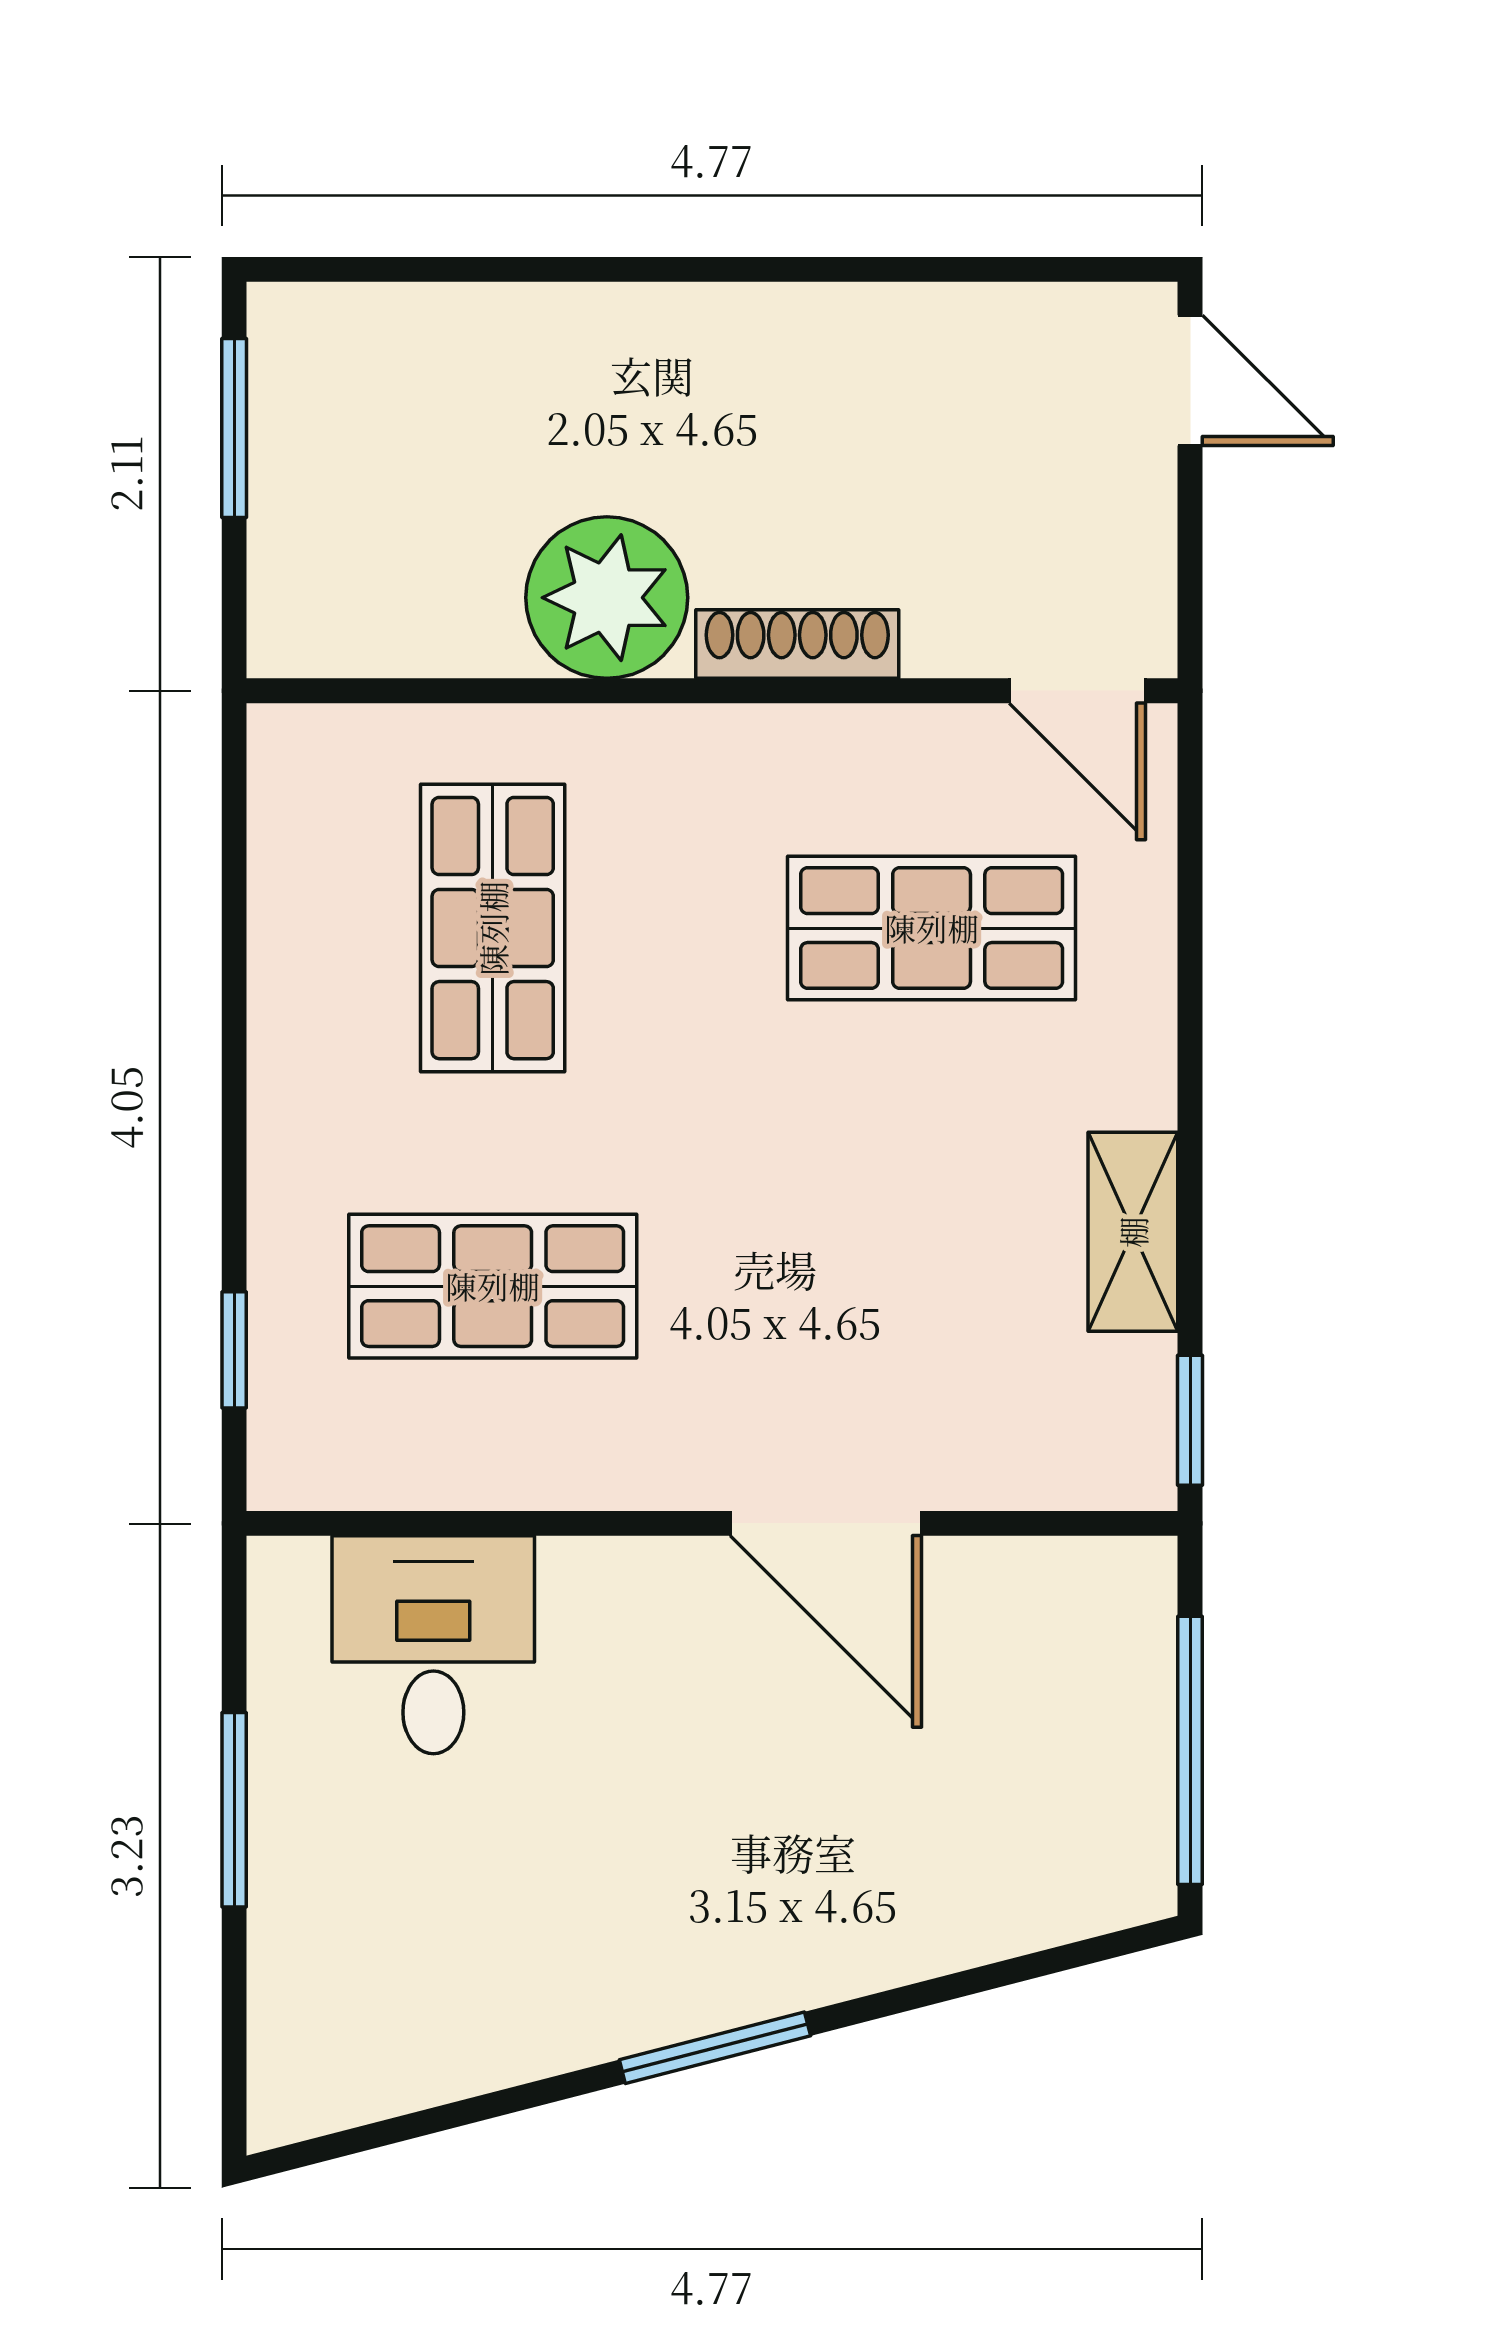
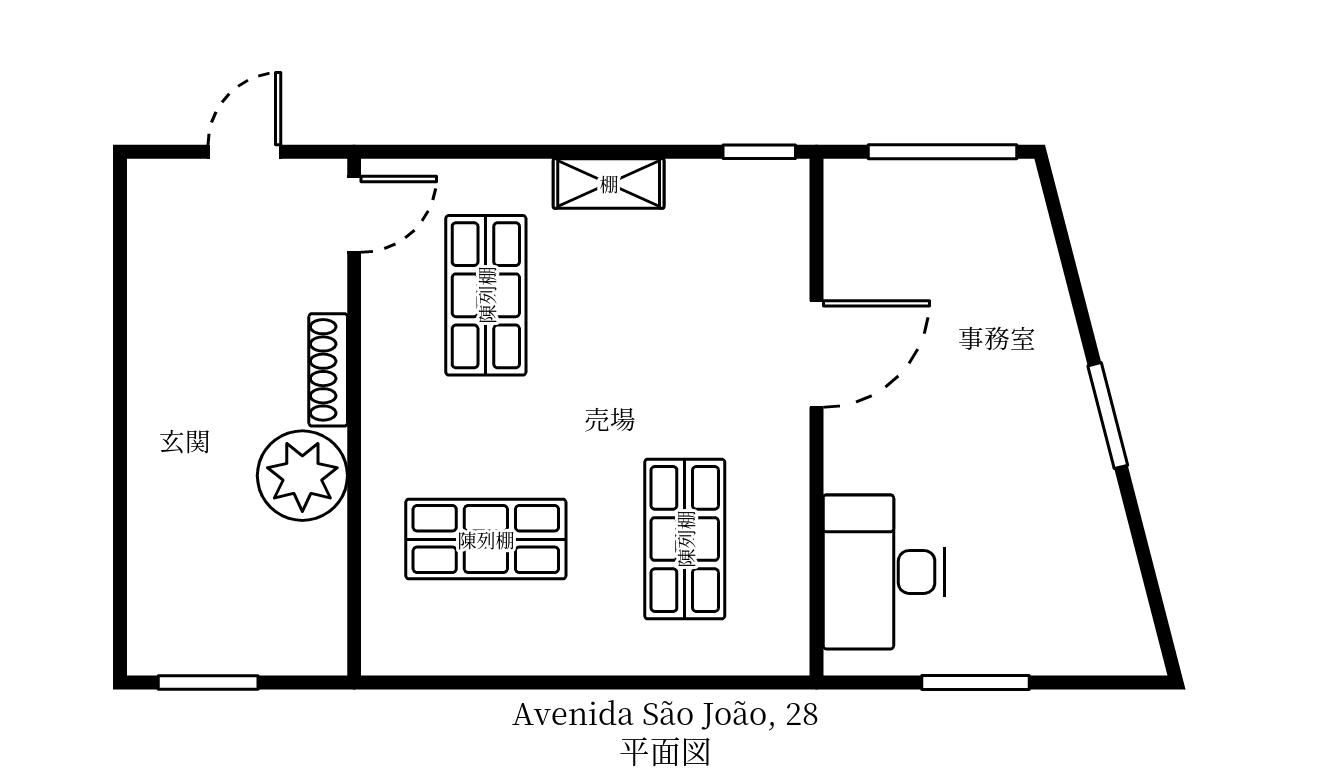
door: (1190, 380) -> (244, 152), moved
shelving: (1133, 1232) -> (609, 183), moved
window: (234, 1350) -> (720, 683), removed
desk: (433, 1645) -> (884, 572), width x1.37

